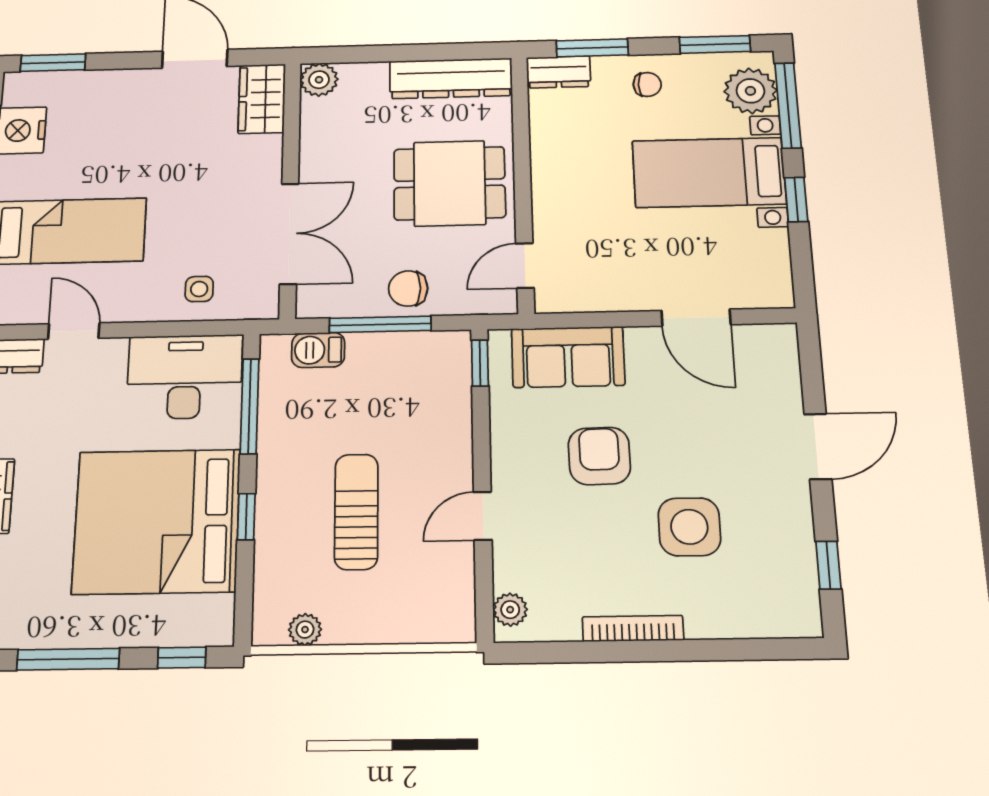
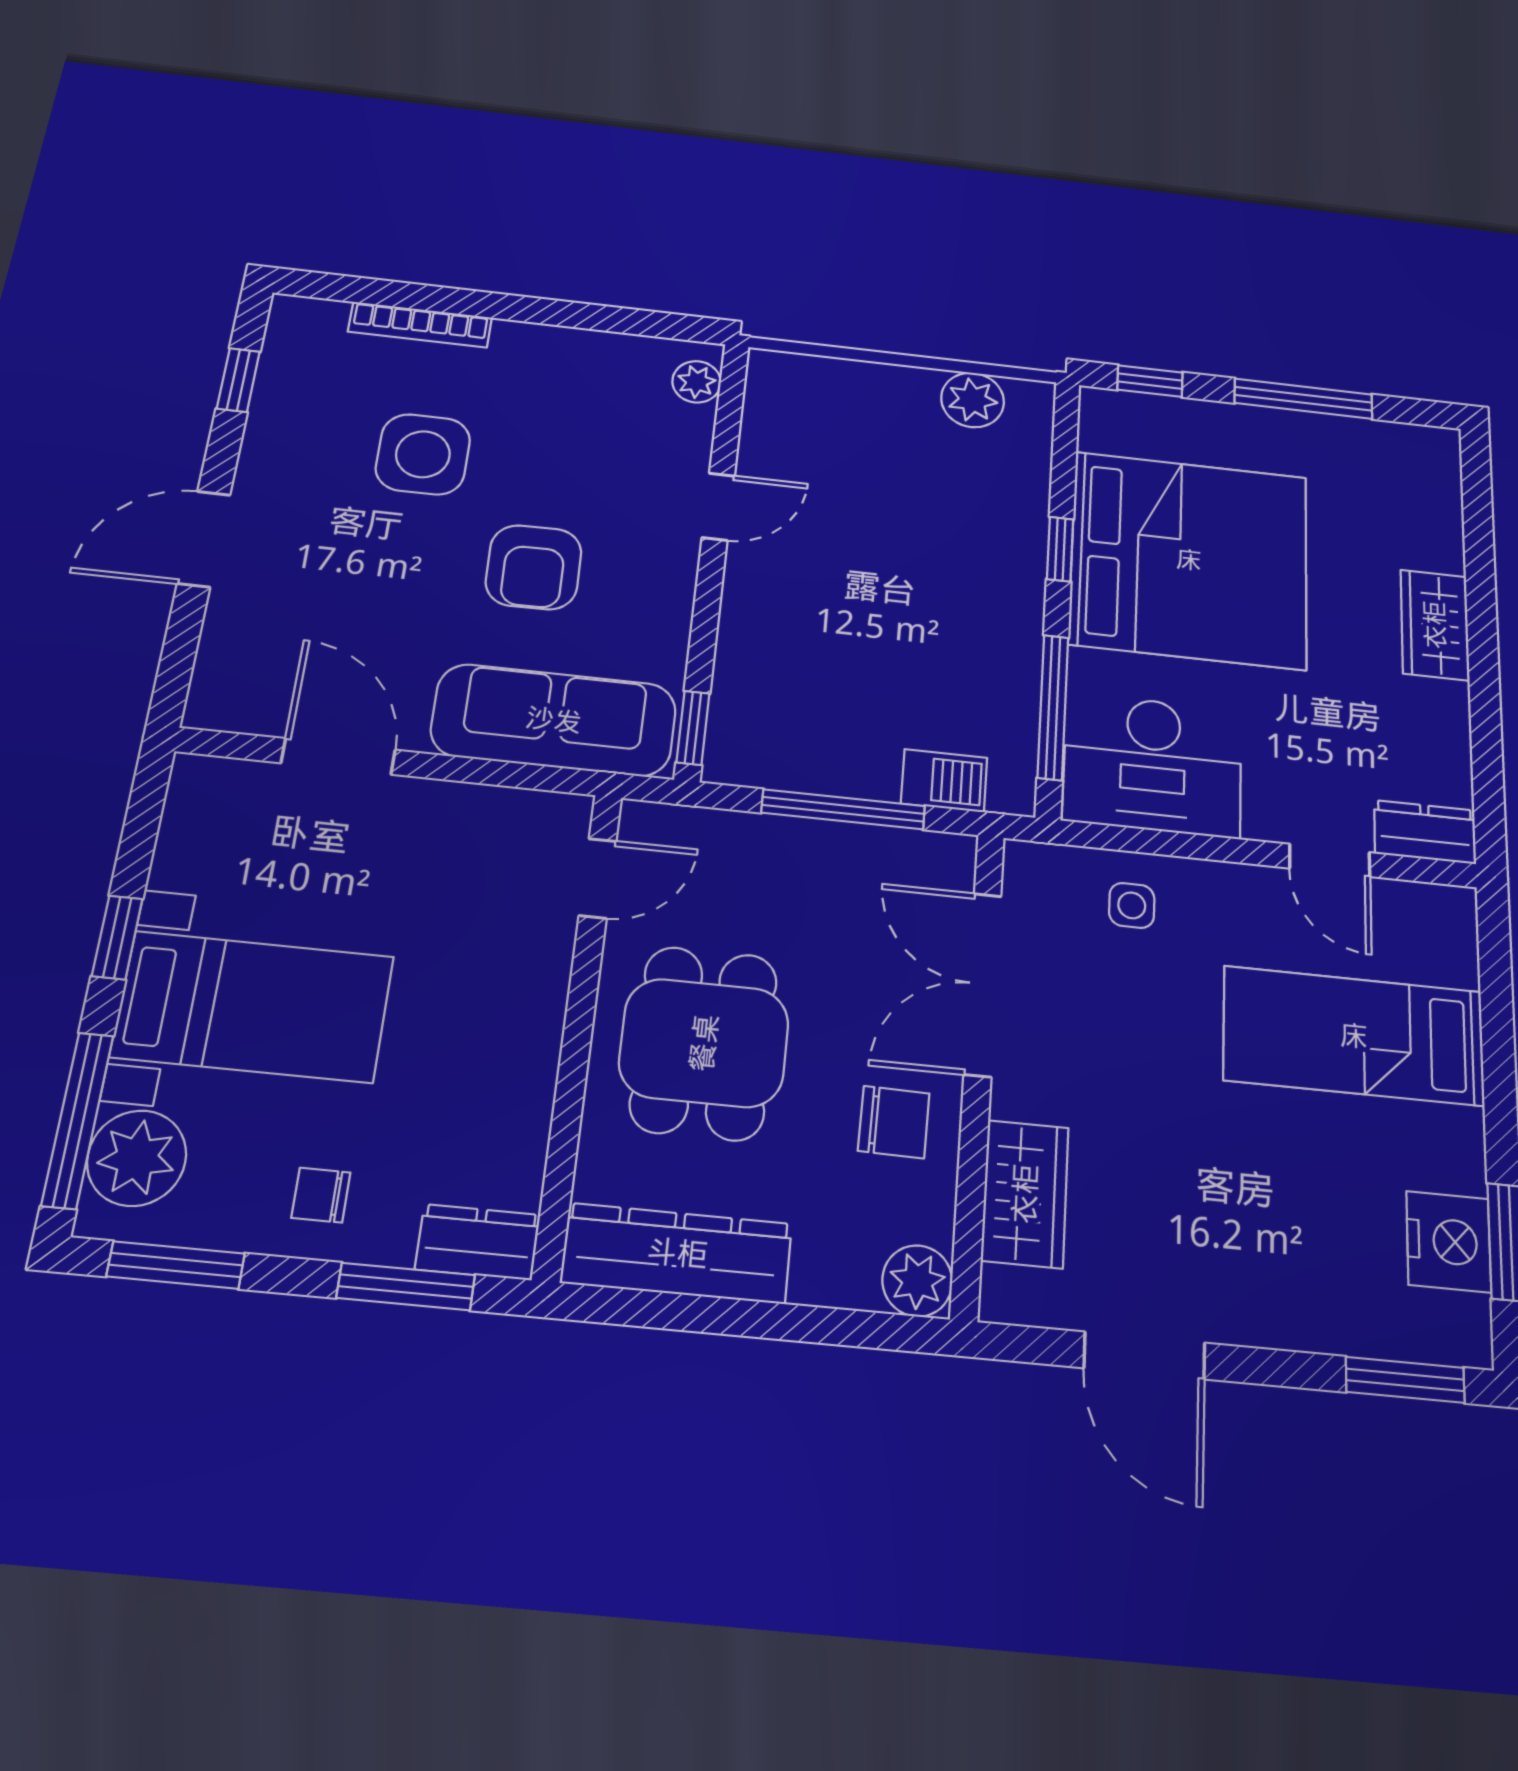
wardrobe: (262, 99) -> (1025, 1194), moved
dining table: (450, 183) -> (704, 1043), turned 90
chair: (408, 288) -> (894, 1122), moved
sofa: (568, 357) -> (554, 720), width x1.36
sun lounger: (356, 512) -> (901, 536), removed
bookcase: (633, 628) -> (420, 325), moved
plant: (305, 630) -> (973, 400), width x1.38, depth x1.38

